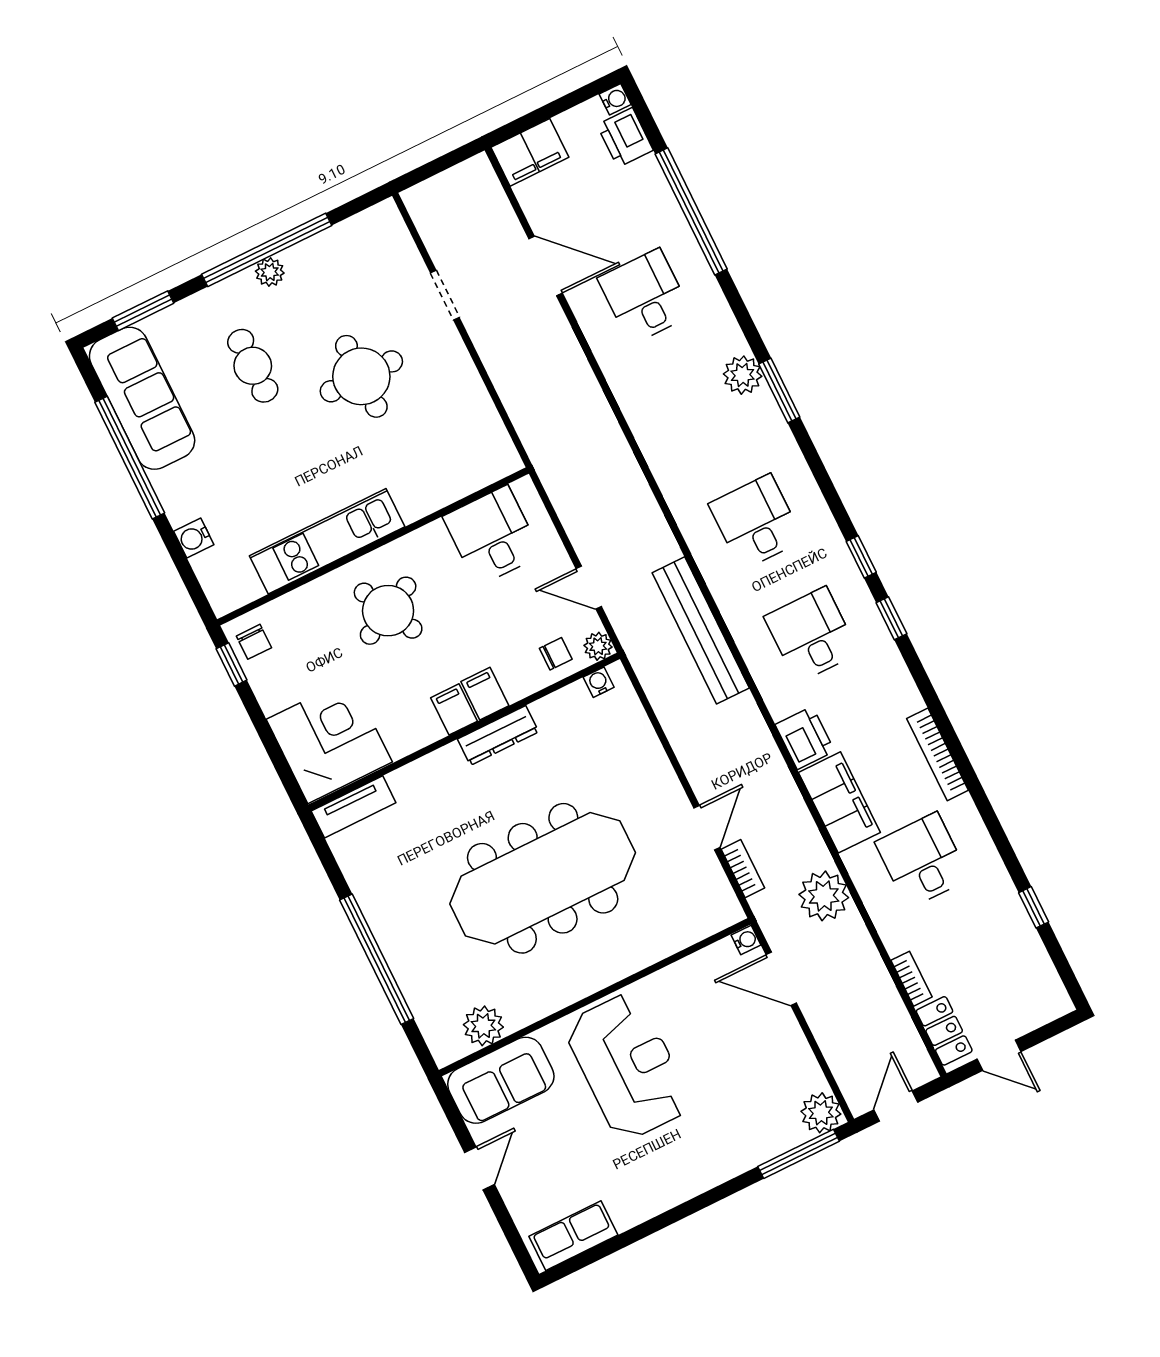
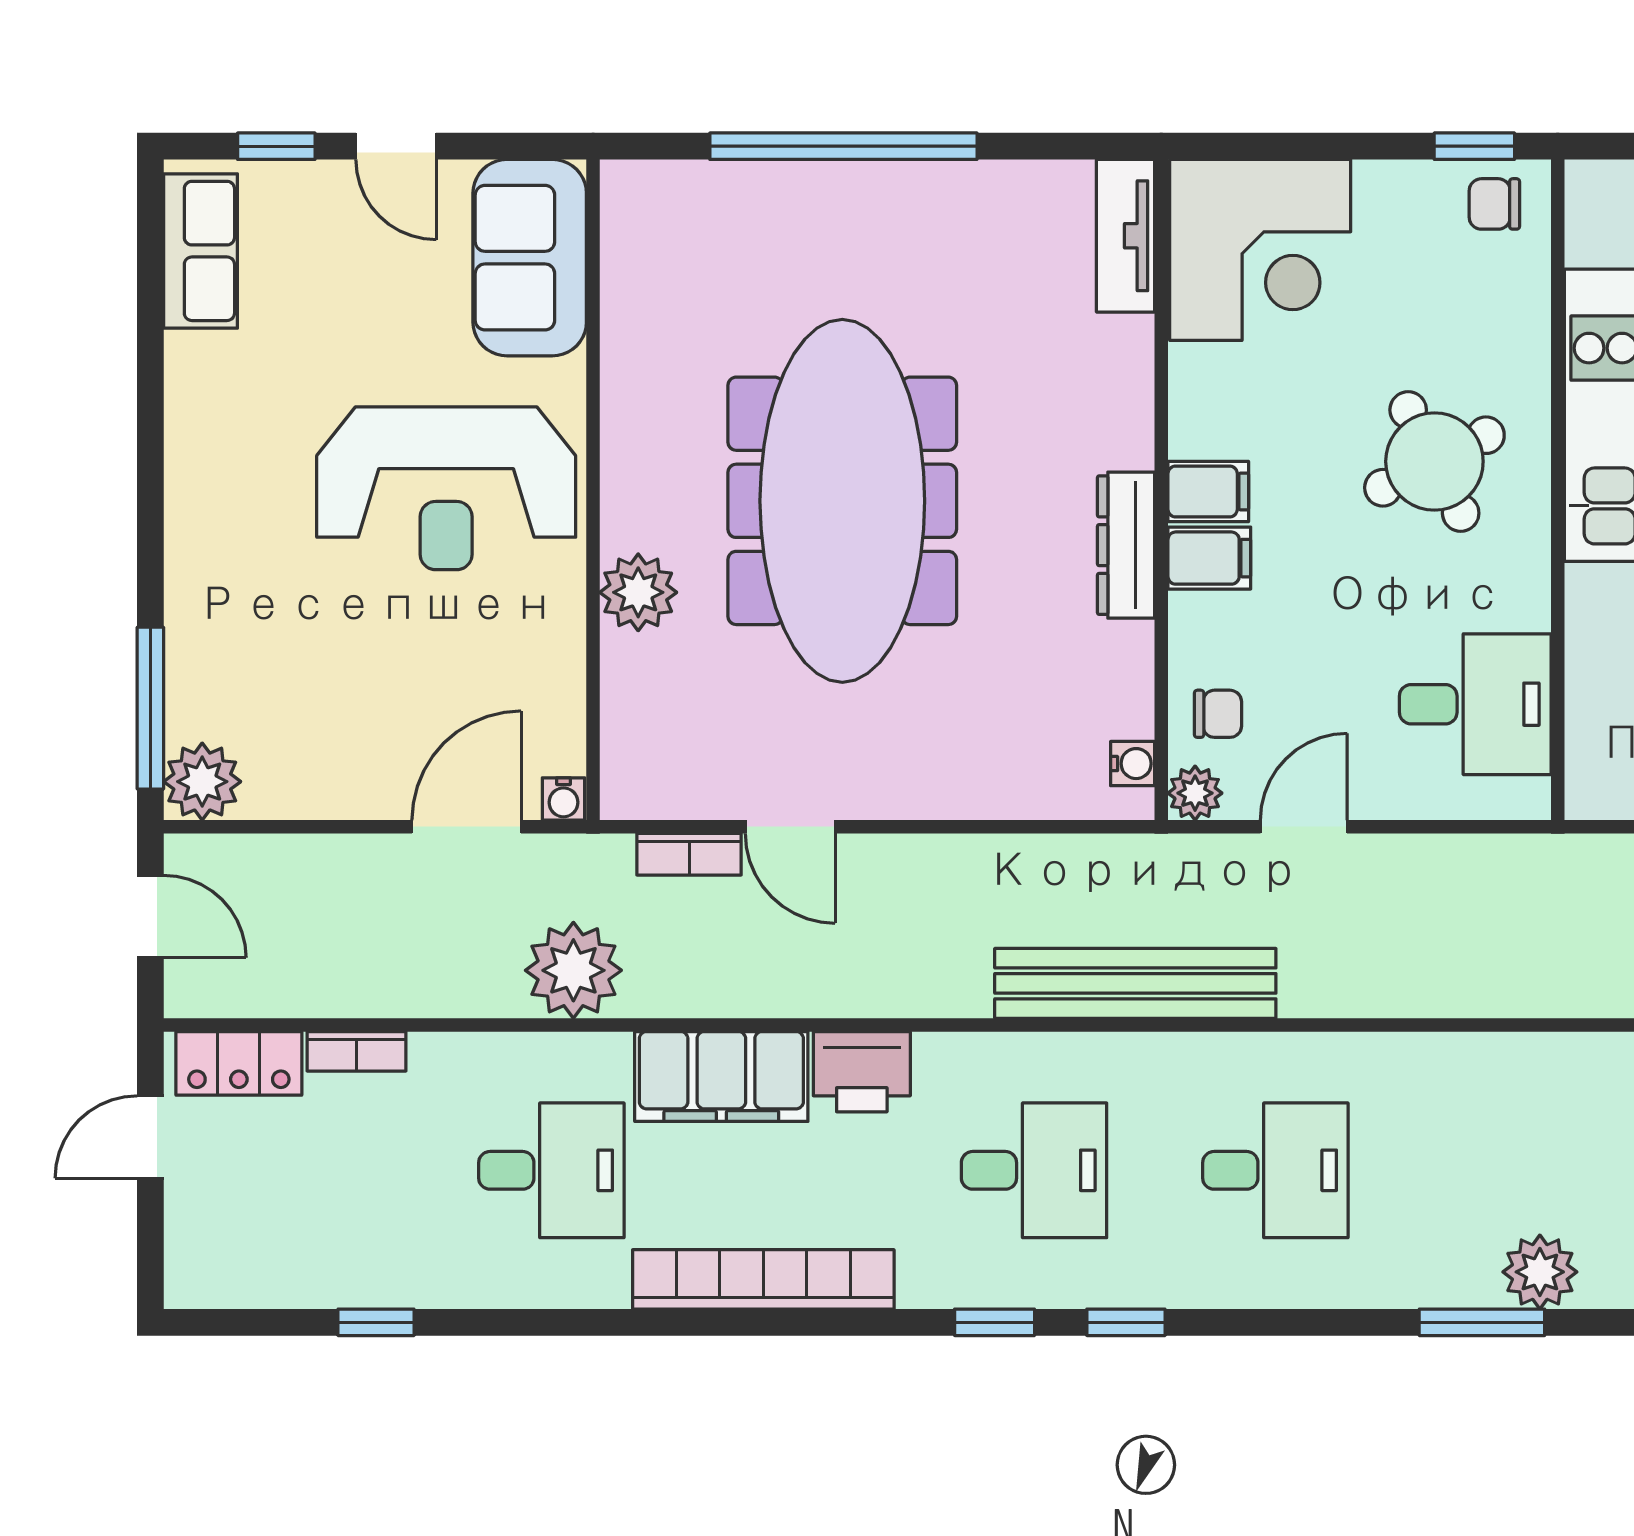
chair: (556, 654) -> (1218, 714), turned -90
bookcase: (938, 754) -> (763, 1279), width x1.48, depth x1.31
plant: (483, 1026) -> (638, 592), moved
window: (507, 1224) -> (276, 146), added

